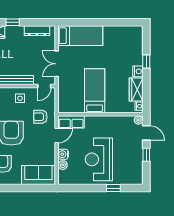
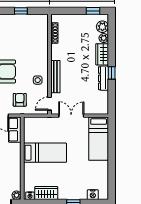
dresser: (37, 31) -> (104, 78), moved
nightstand: (138, 71) -> (93, 195), moved
door: (44, 86) -> (50, 104), hinge flipped

